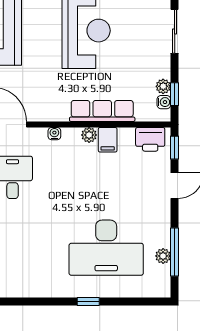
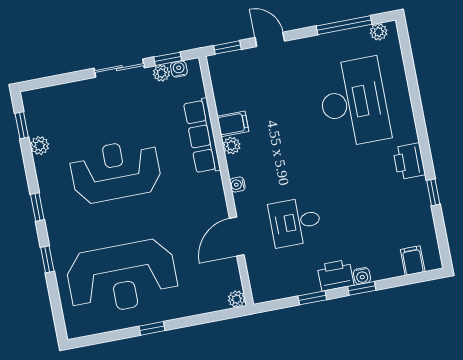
sliding door: (175, 31) -> (119, 68), moved
printer: (150, 139) -> (409, 161), moved, turned 180
plant: (163, 256) -> (379, 32), moved
window: (88, 302) -> (433, 192), moved

